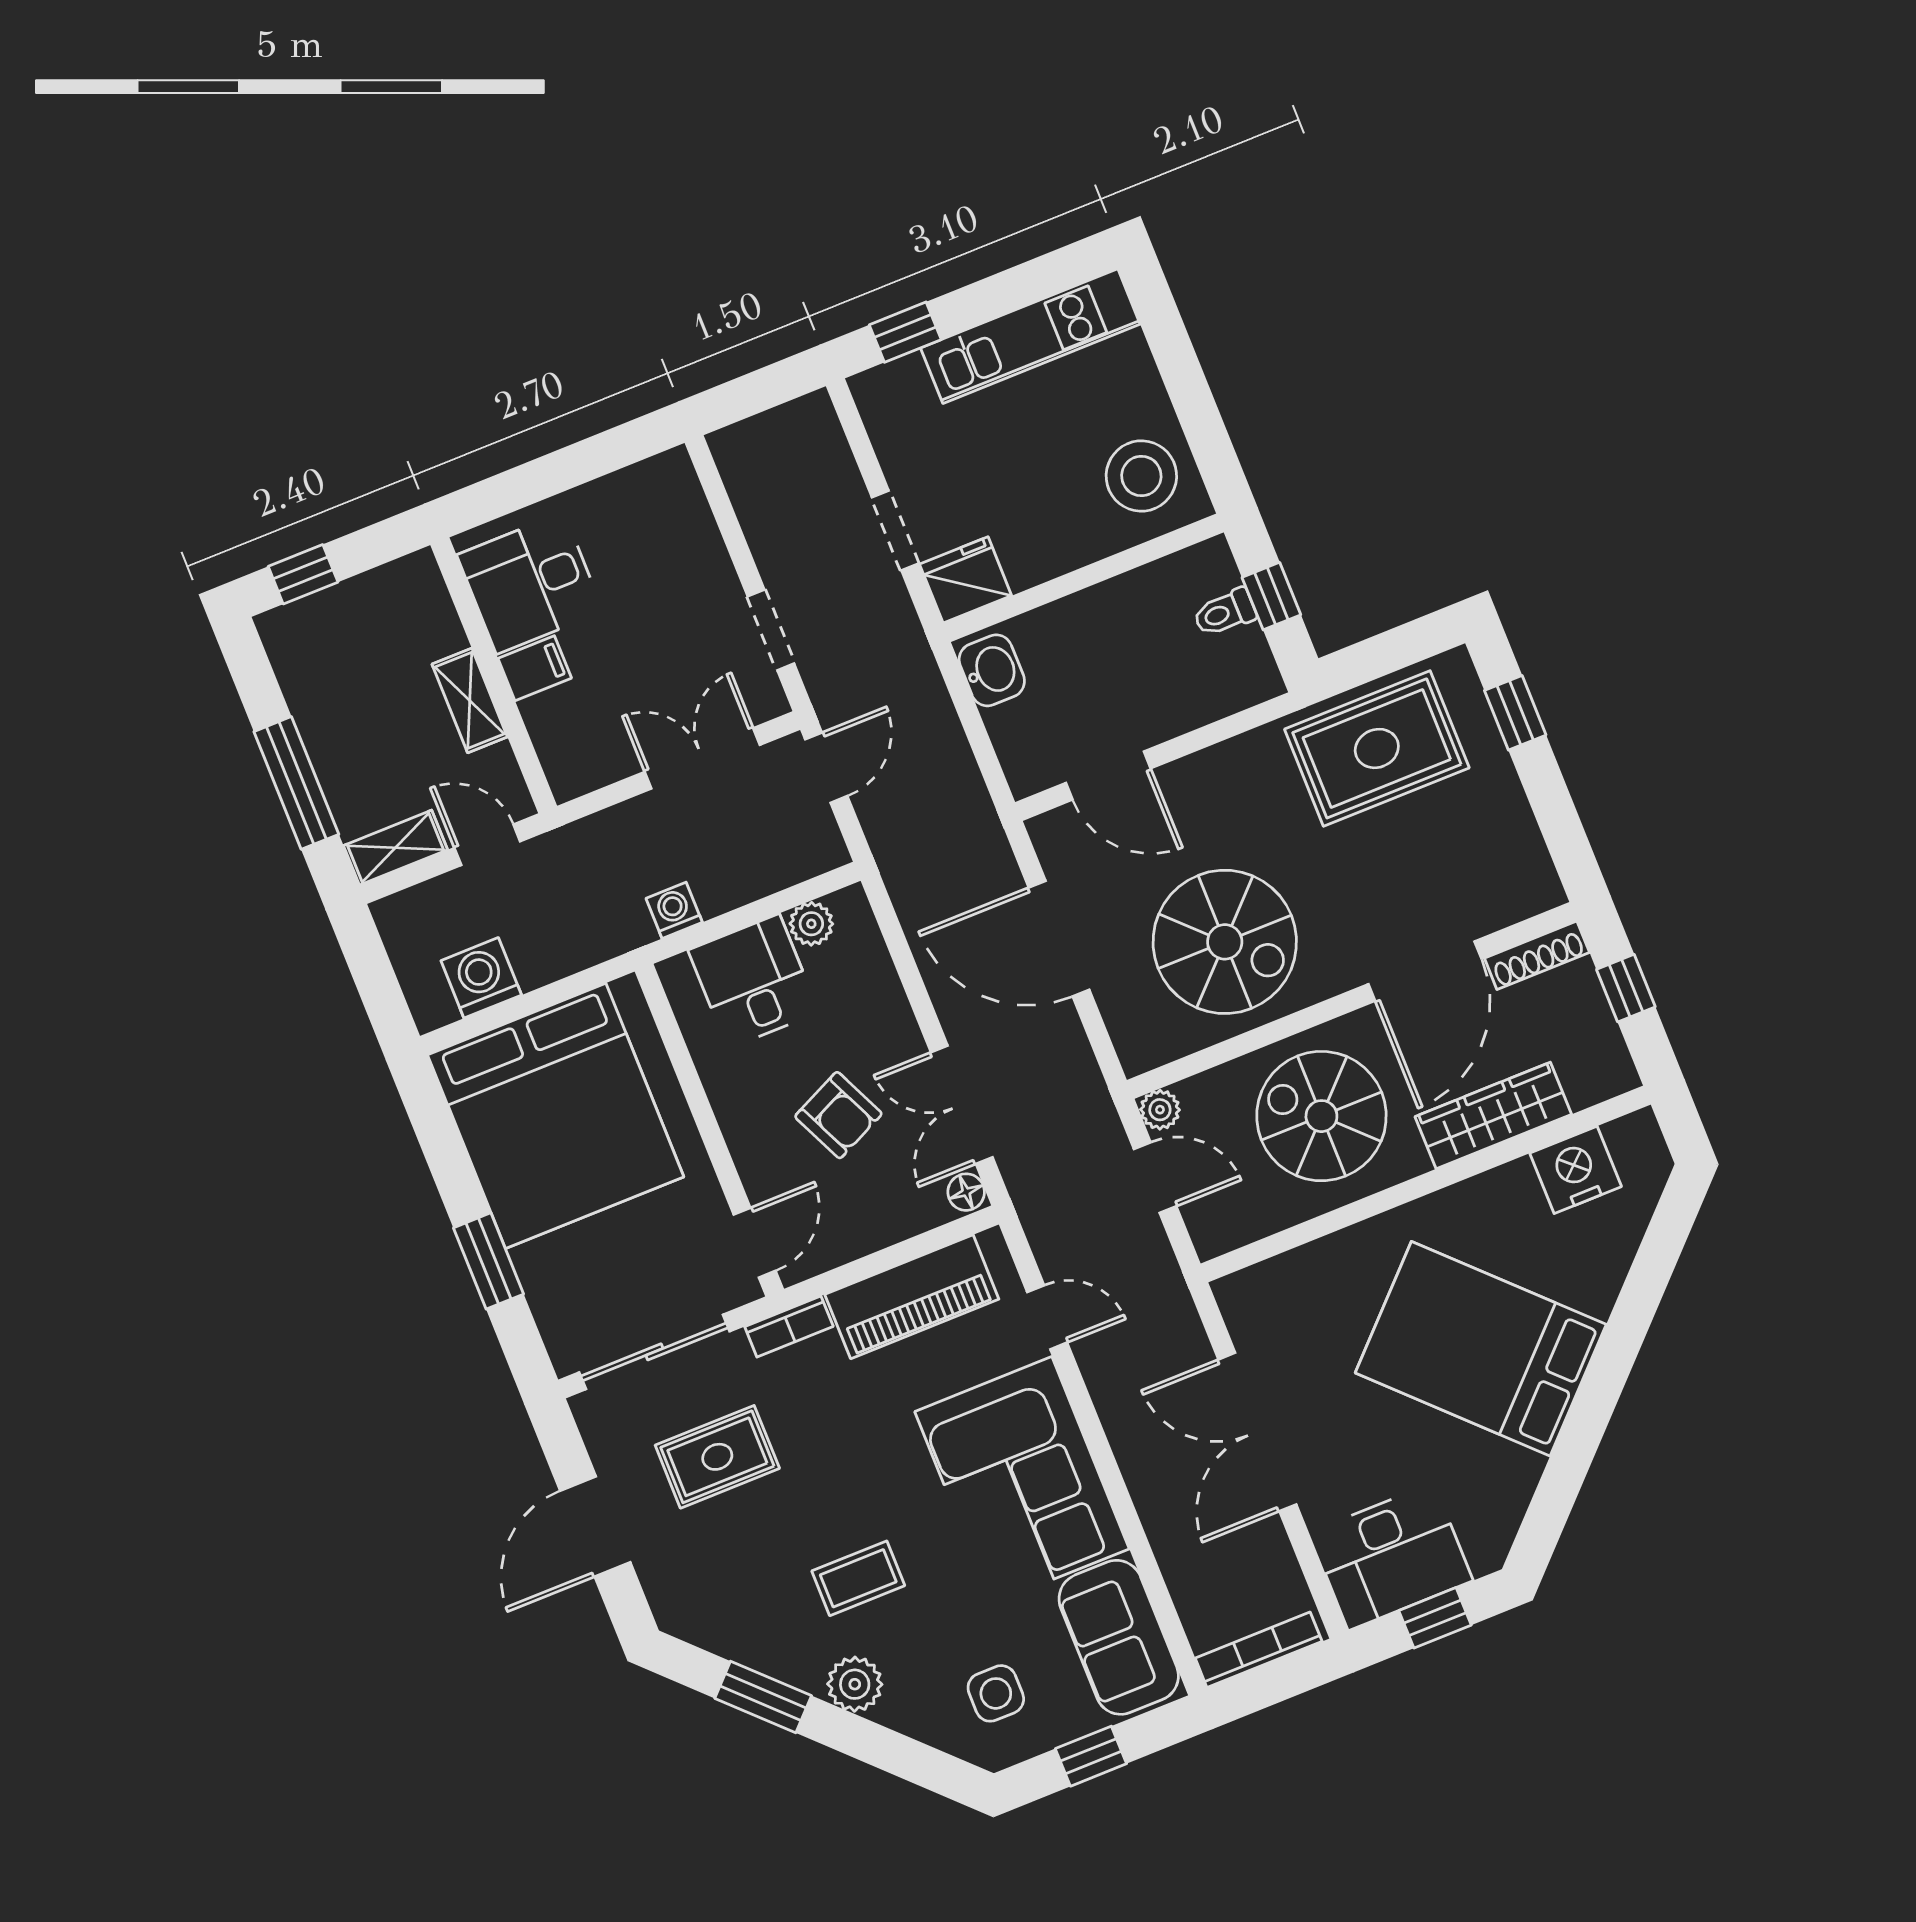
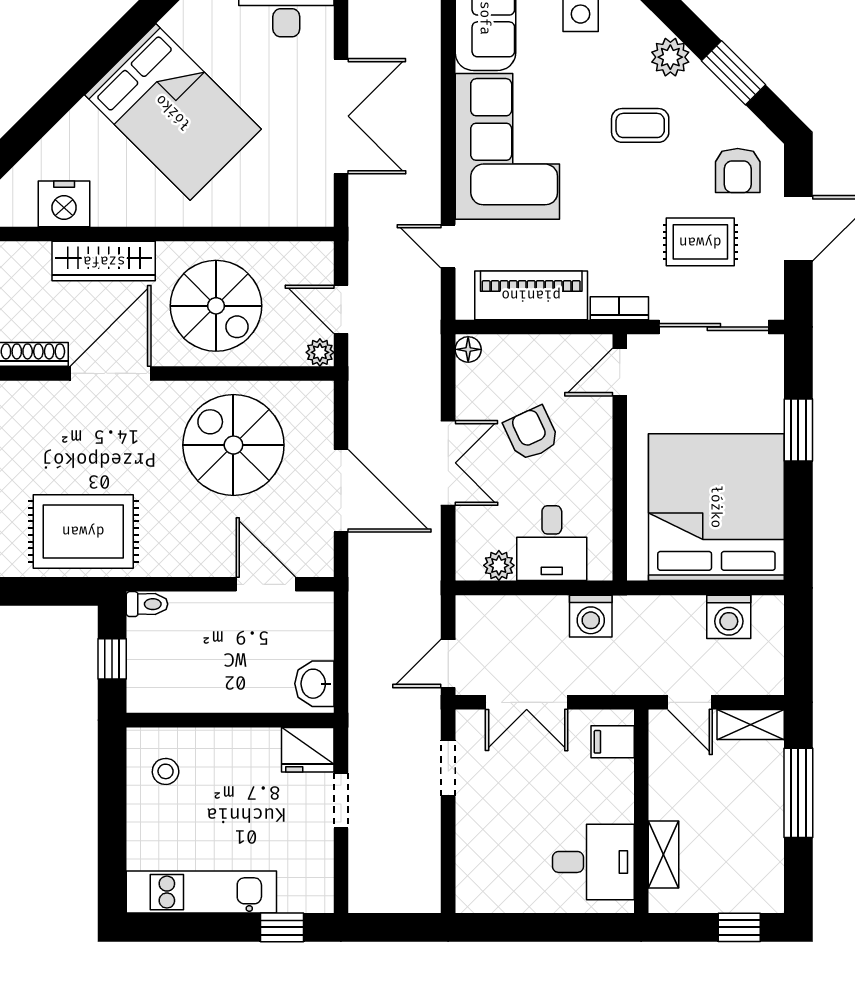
stool: (1141, 476) -> (166, 771), width x0.53, depth x0.53
toilet: (1225, 613) -> (147, 604), moved
filing cabinet: (535, 668) -> (613, 742), moved
shelving: (470, 700) -> (663, 854), moved
washing machine: (674, 910) -> (591, 616), width x1.38, depth x1.38
double door: (962, 1105) -> (448, 463), moved
armchair: (706, 1570) -> (738, 171), added

